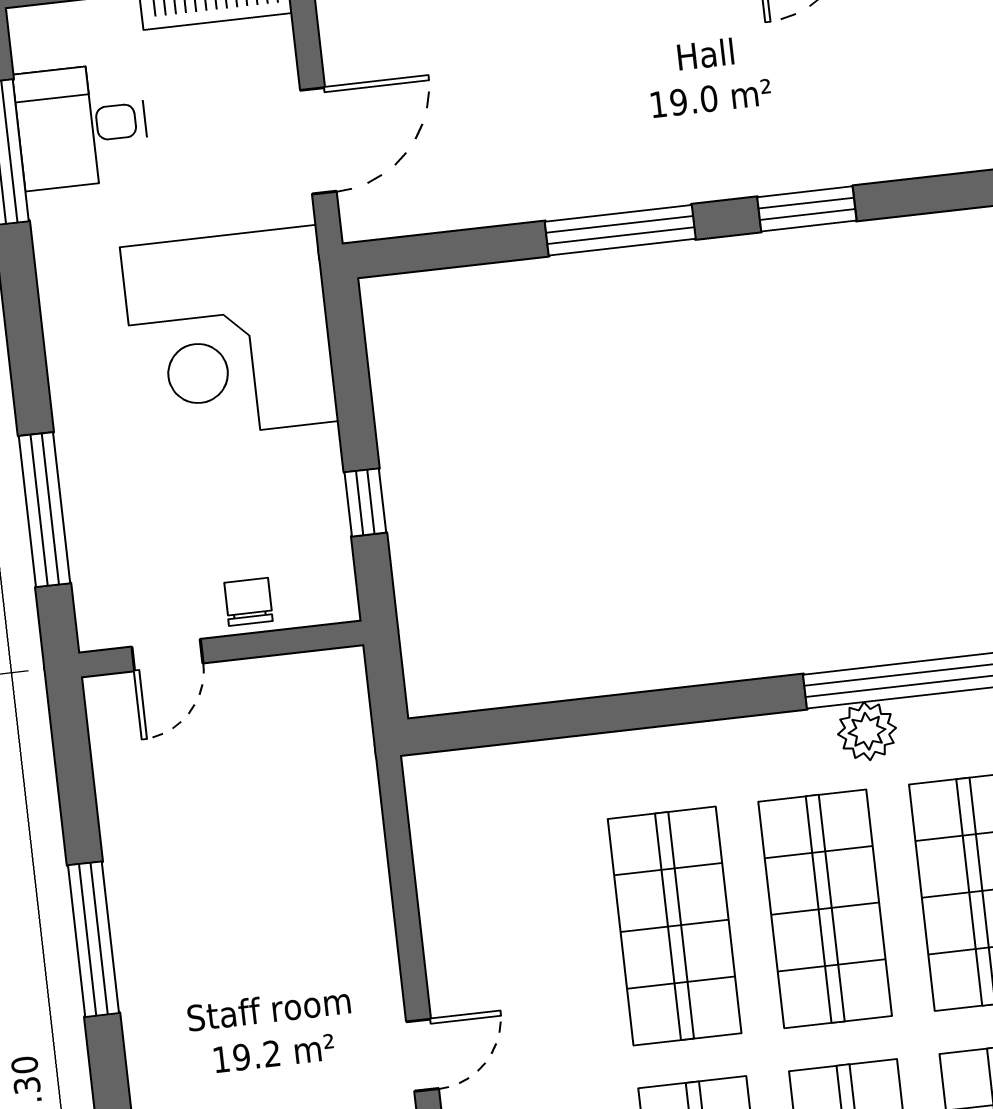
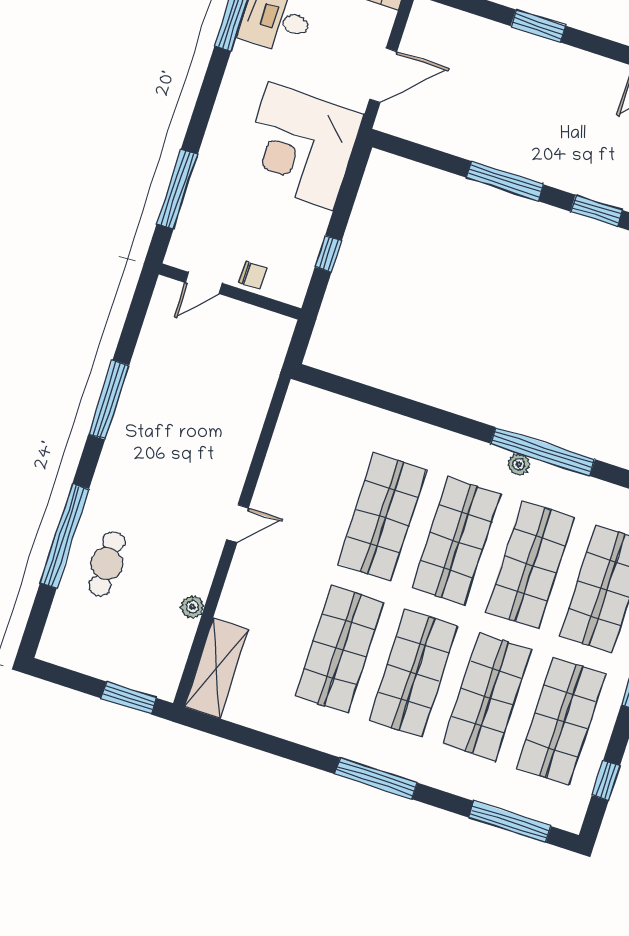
chair: (248, 602) -> (253, 275), turned 90
plant: (867, 731) -> (519, 464), width x0.73, depth x0.73

